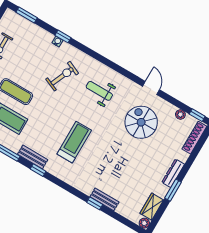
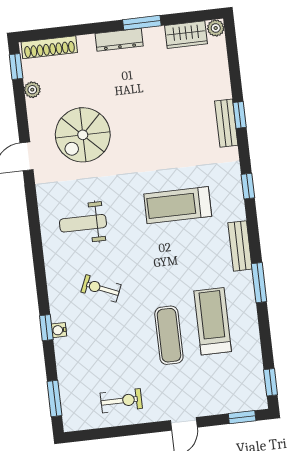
exercise bike: (62, 76) -> (101, 288), width x0.73, depth x0.72
weight bench: (99, 91) -> (83, 223), turned 90
window: (38, 170) -> (248, 186), moved
bench: (104, 199) -> (226, 123), moved

